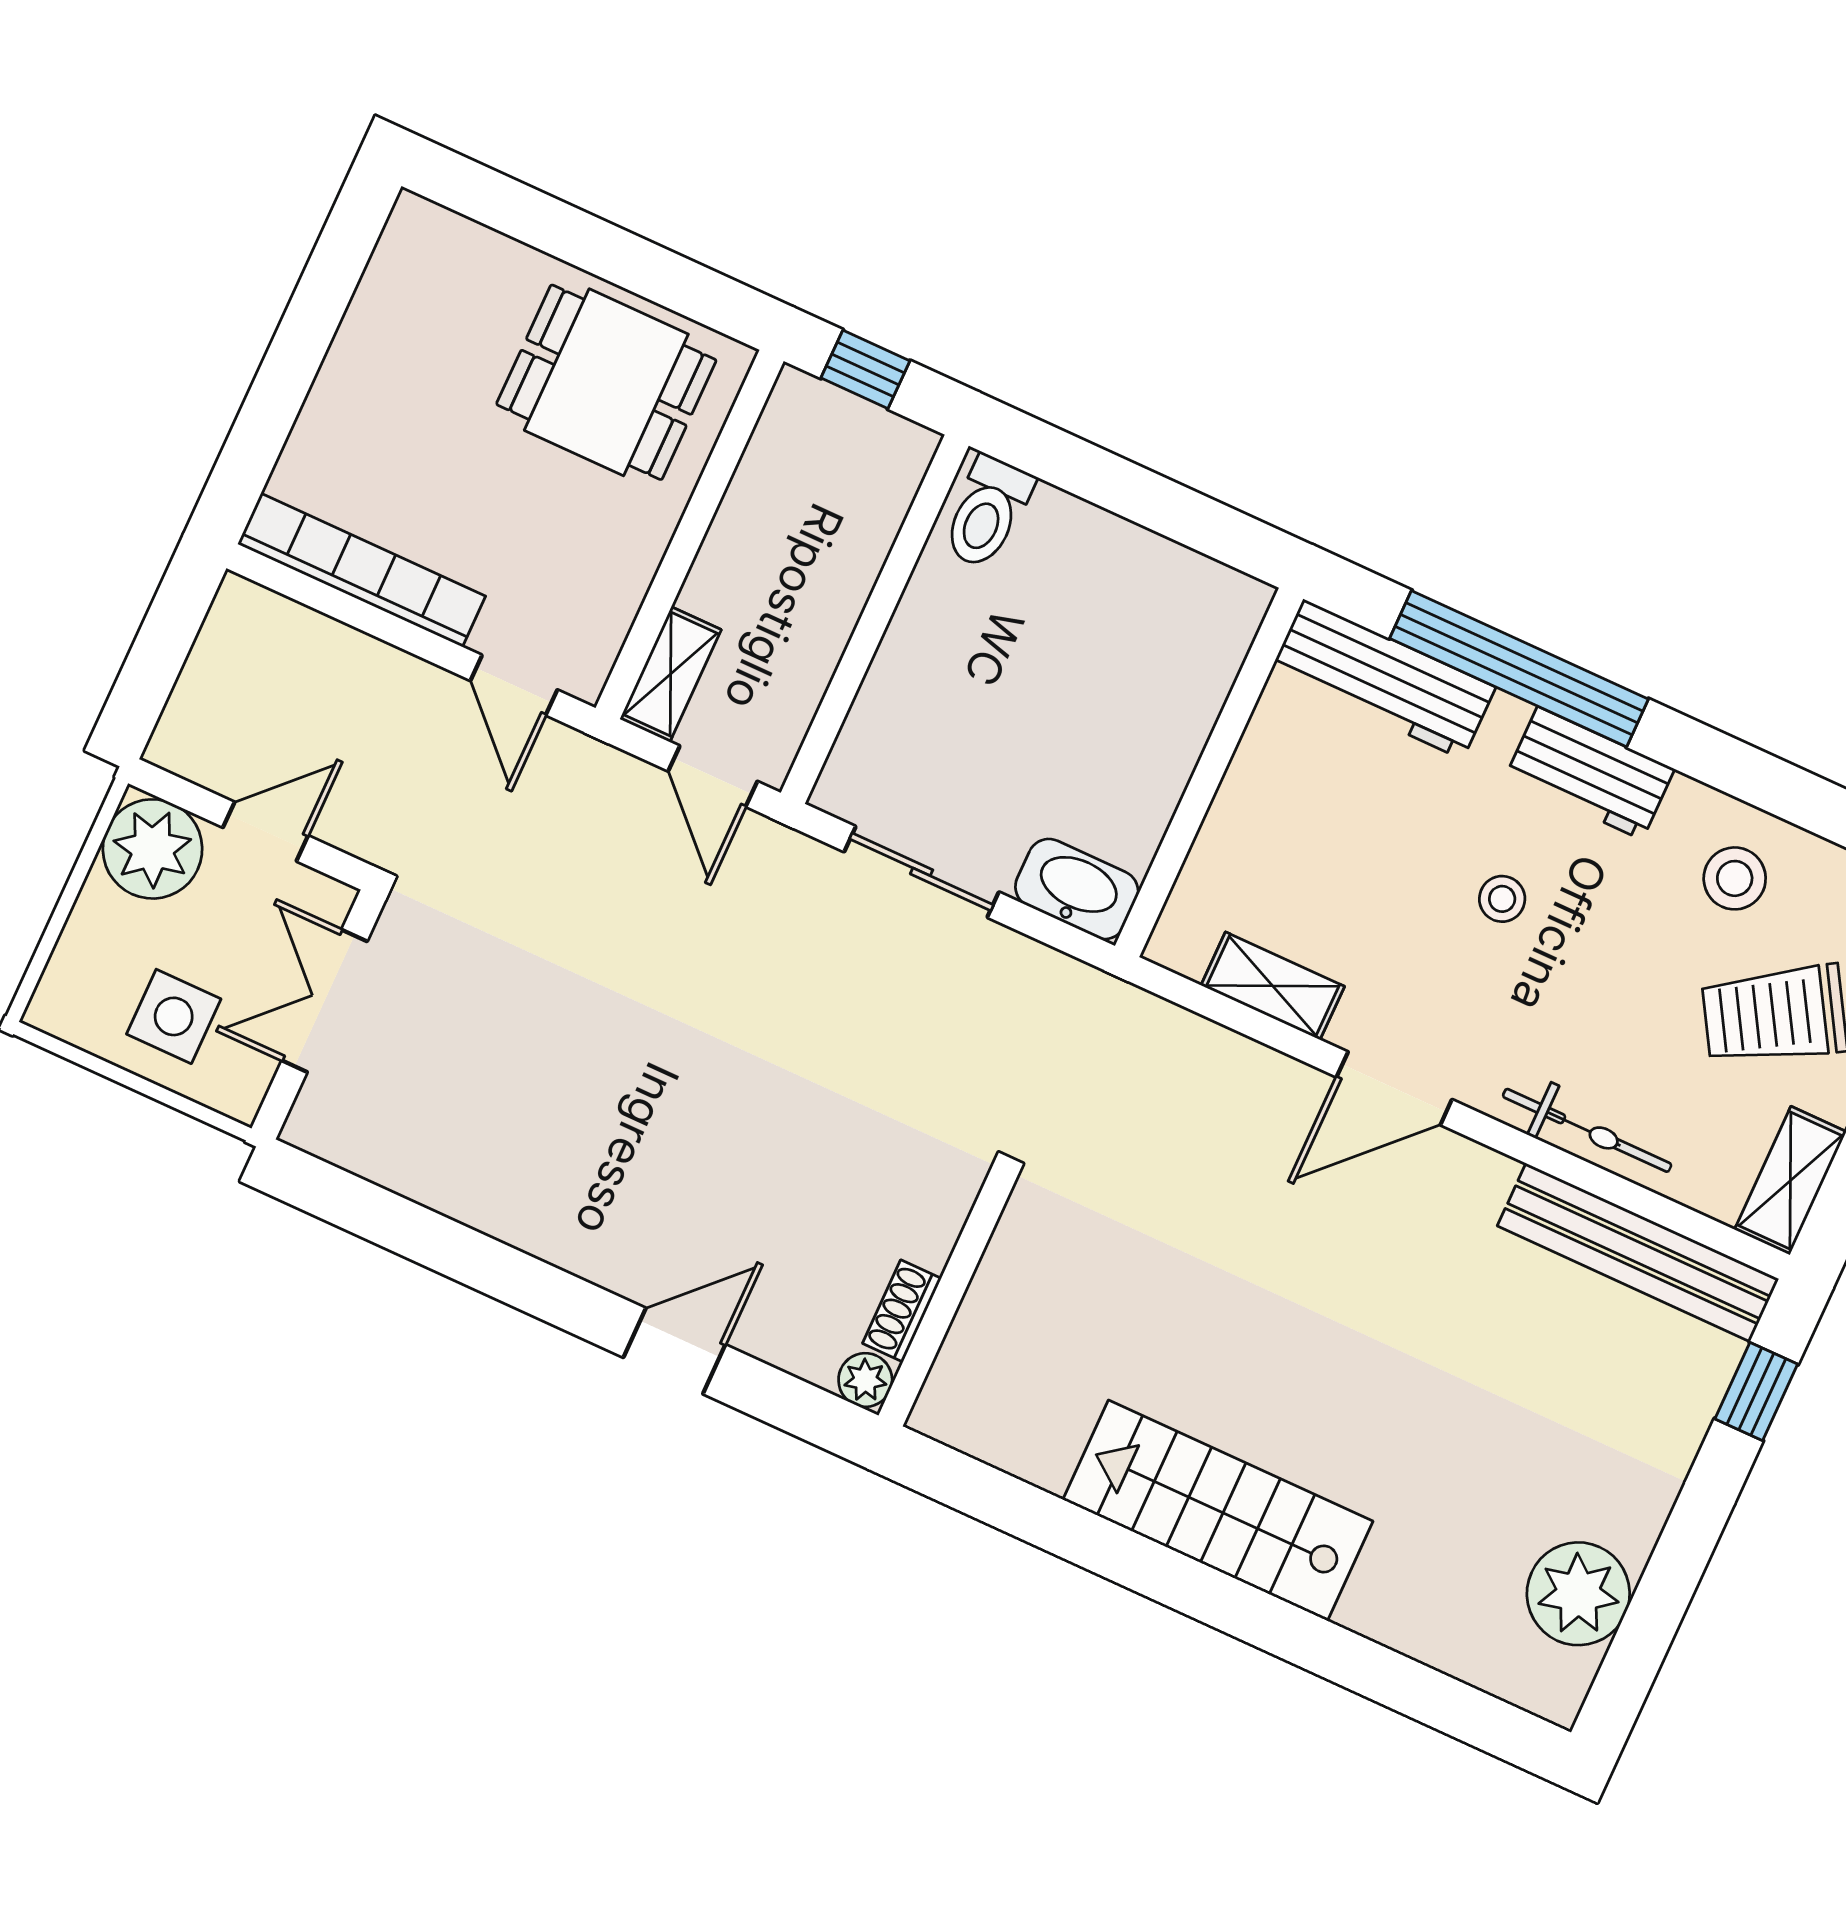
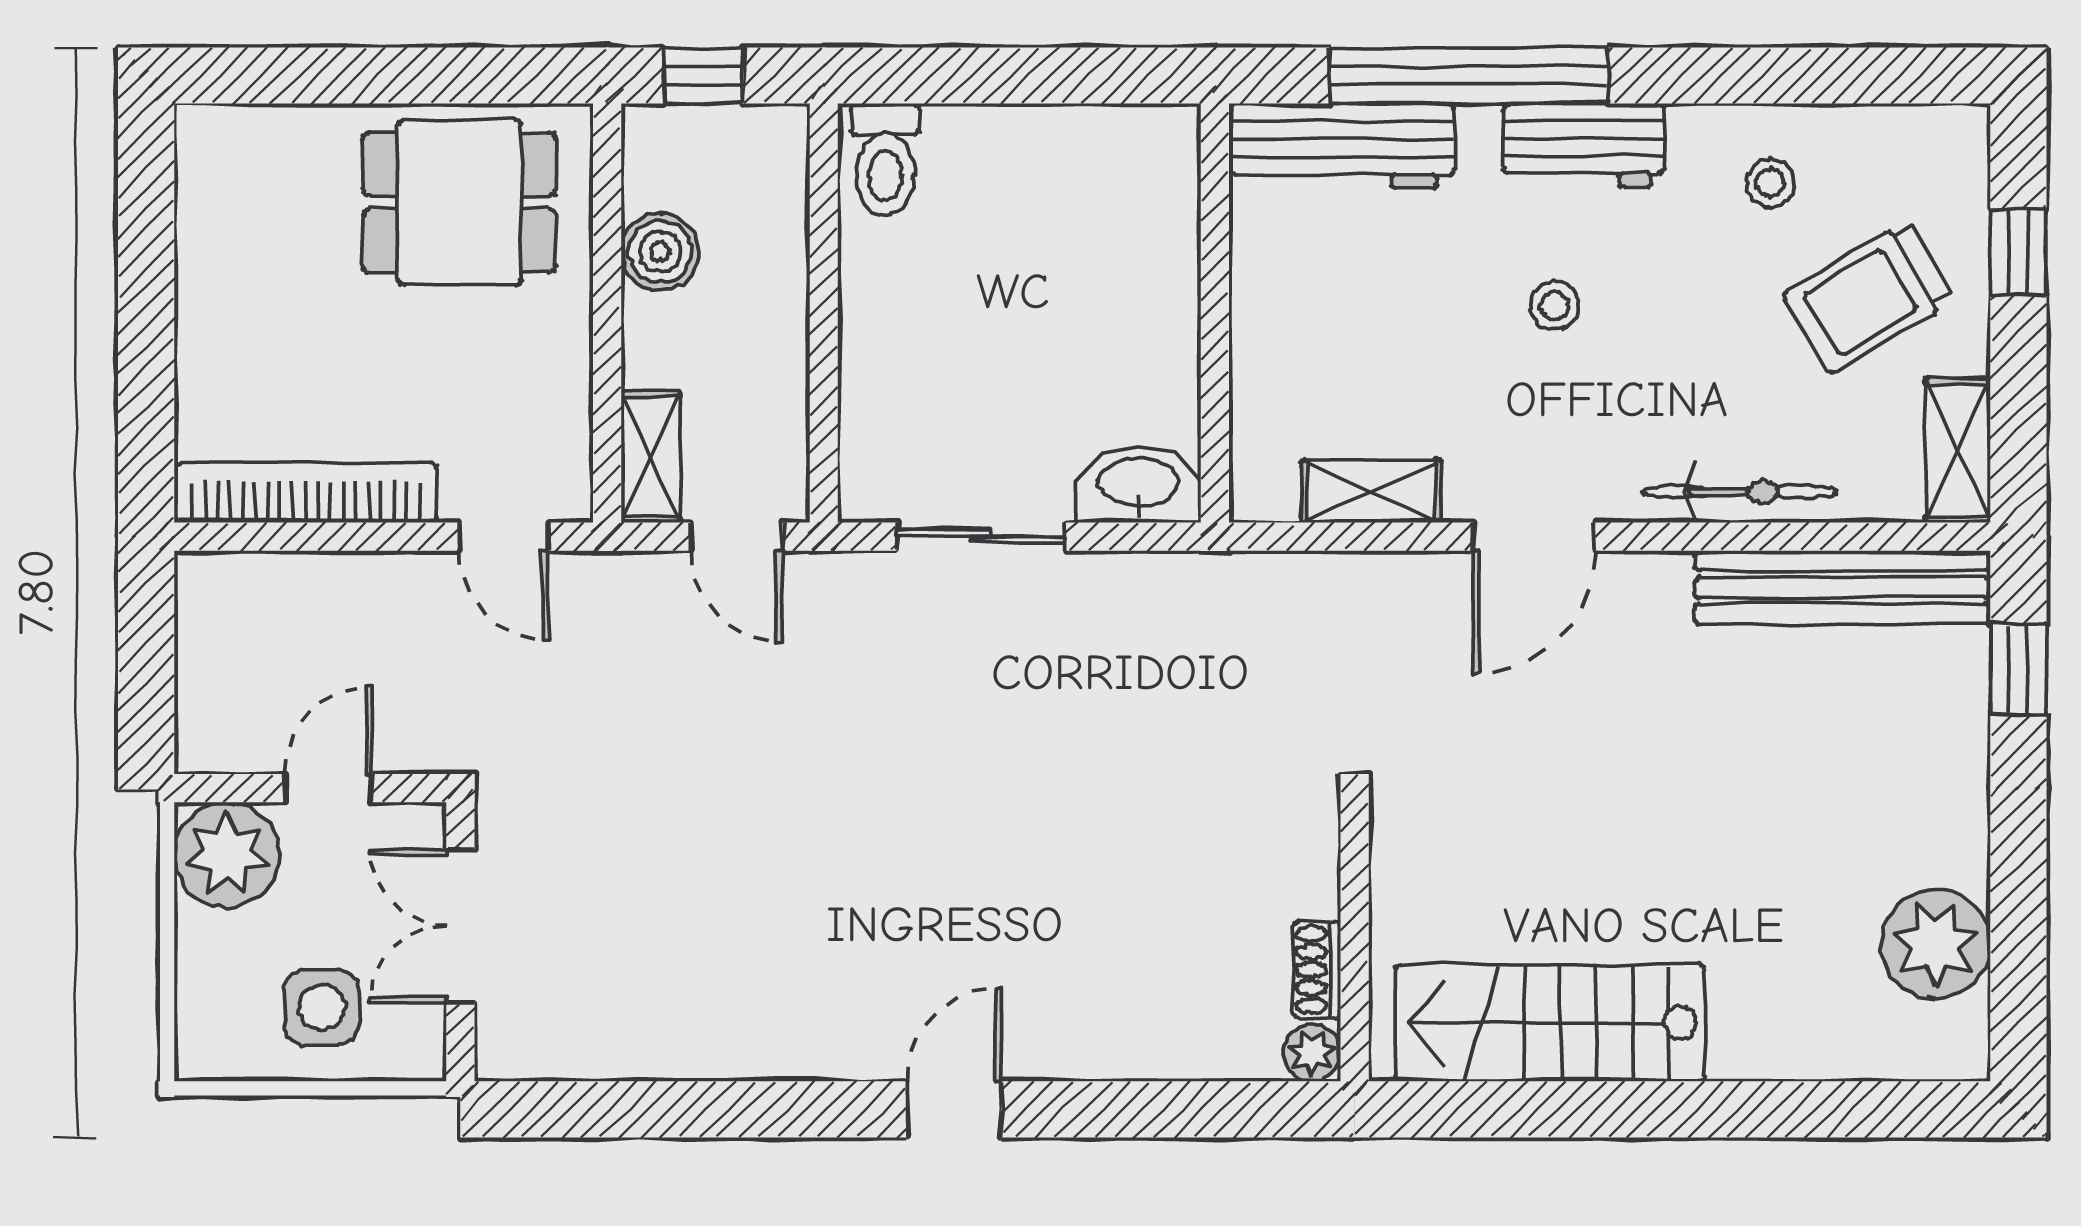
boiler: (759, 503) -> (660, 252), added
stool: (1735, 878) -> (1770, 183), width x0.73, depth x0.73
wall: (945, 1302) -> (1355, 942), moved
shoe rack: (902, 1311) -> (1317, 970), moved
plant: (865, 1380) -> (1312, 1053), moved

